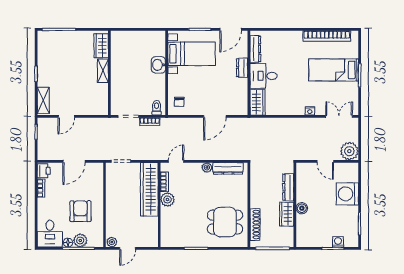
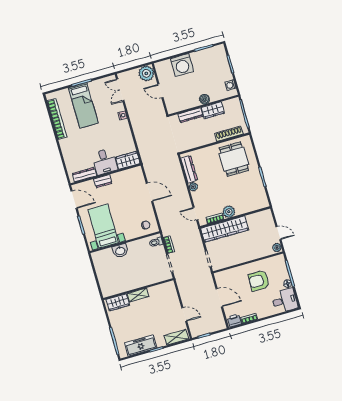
freezer: (45, 58) -> (141, 345), added
door: (325, 161) -> (160, 91), swing flipped
plant: (80, 240) -> (283, 274), removed
washing machine: (338, 242) -> (230, 85), moved

